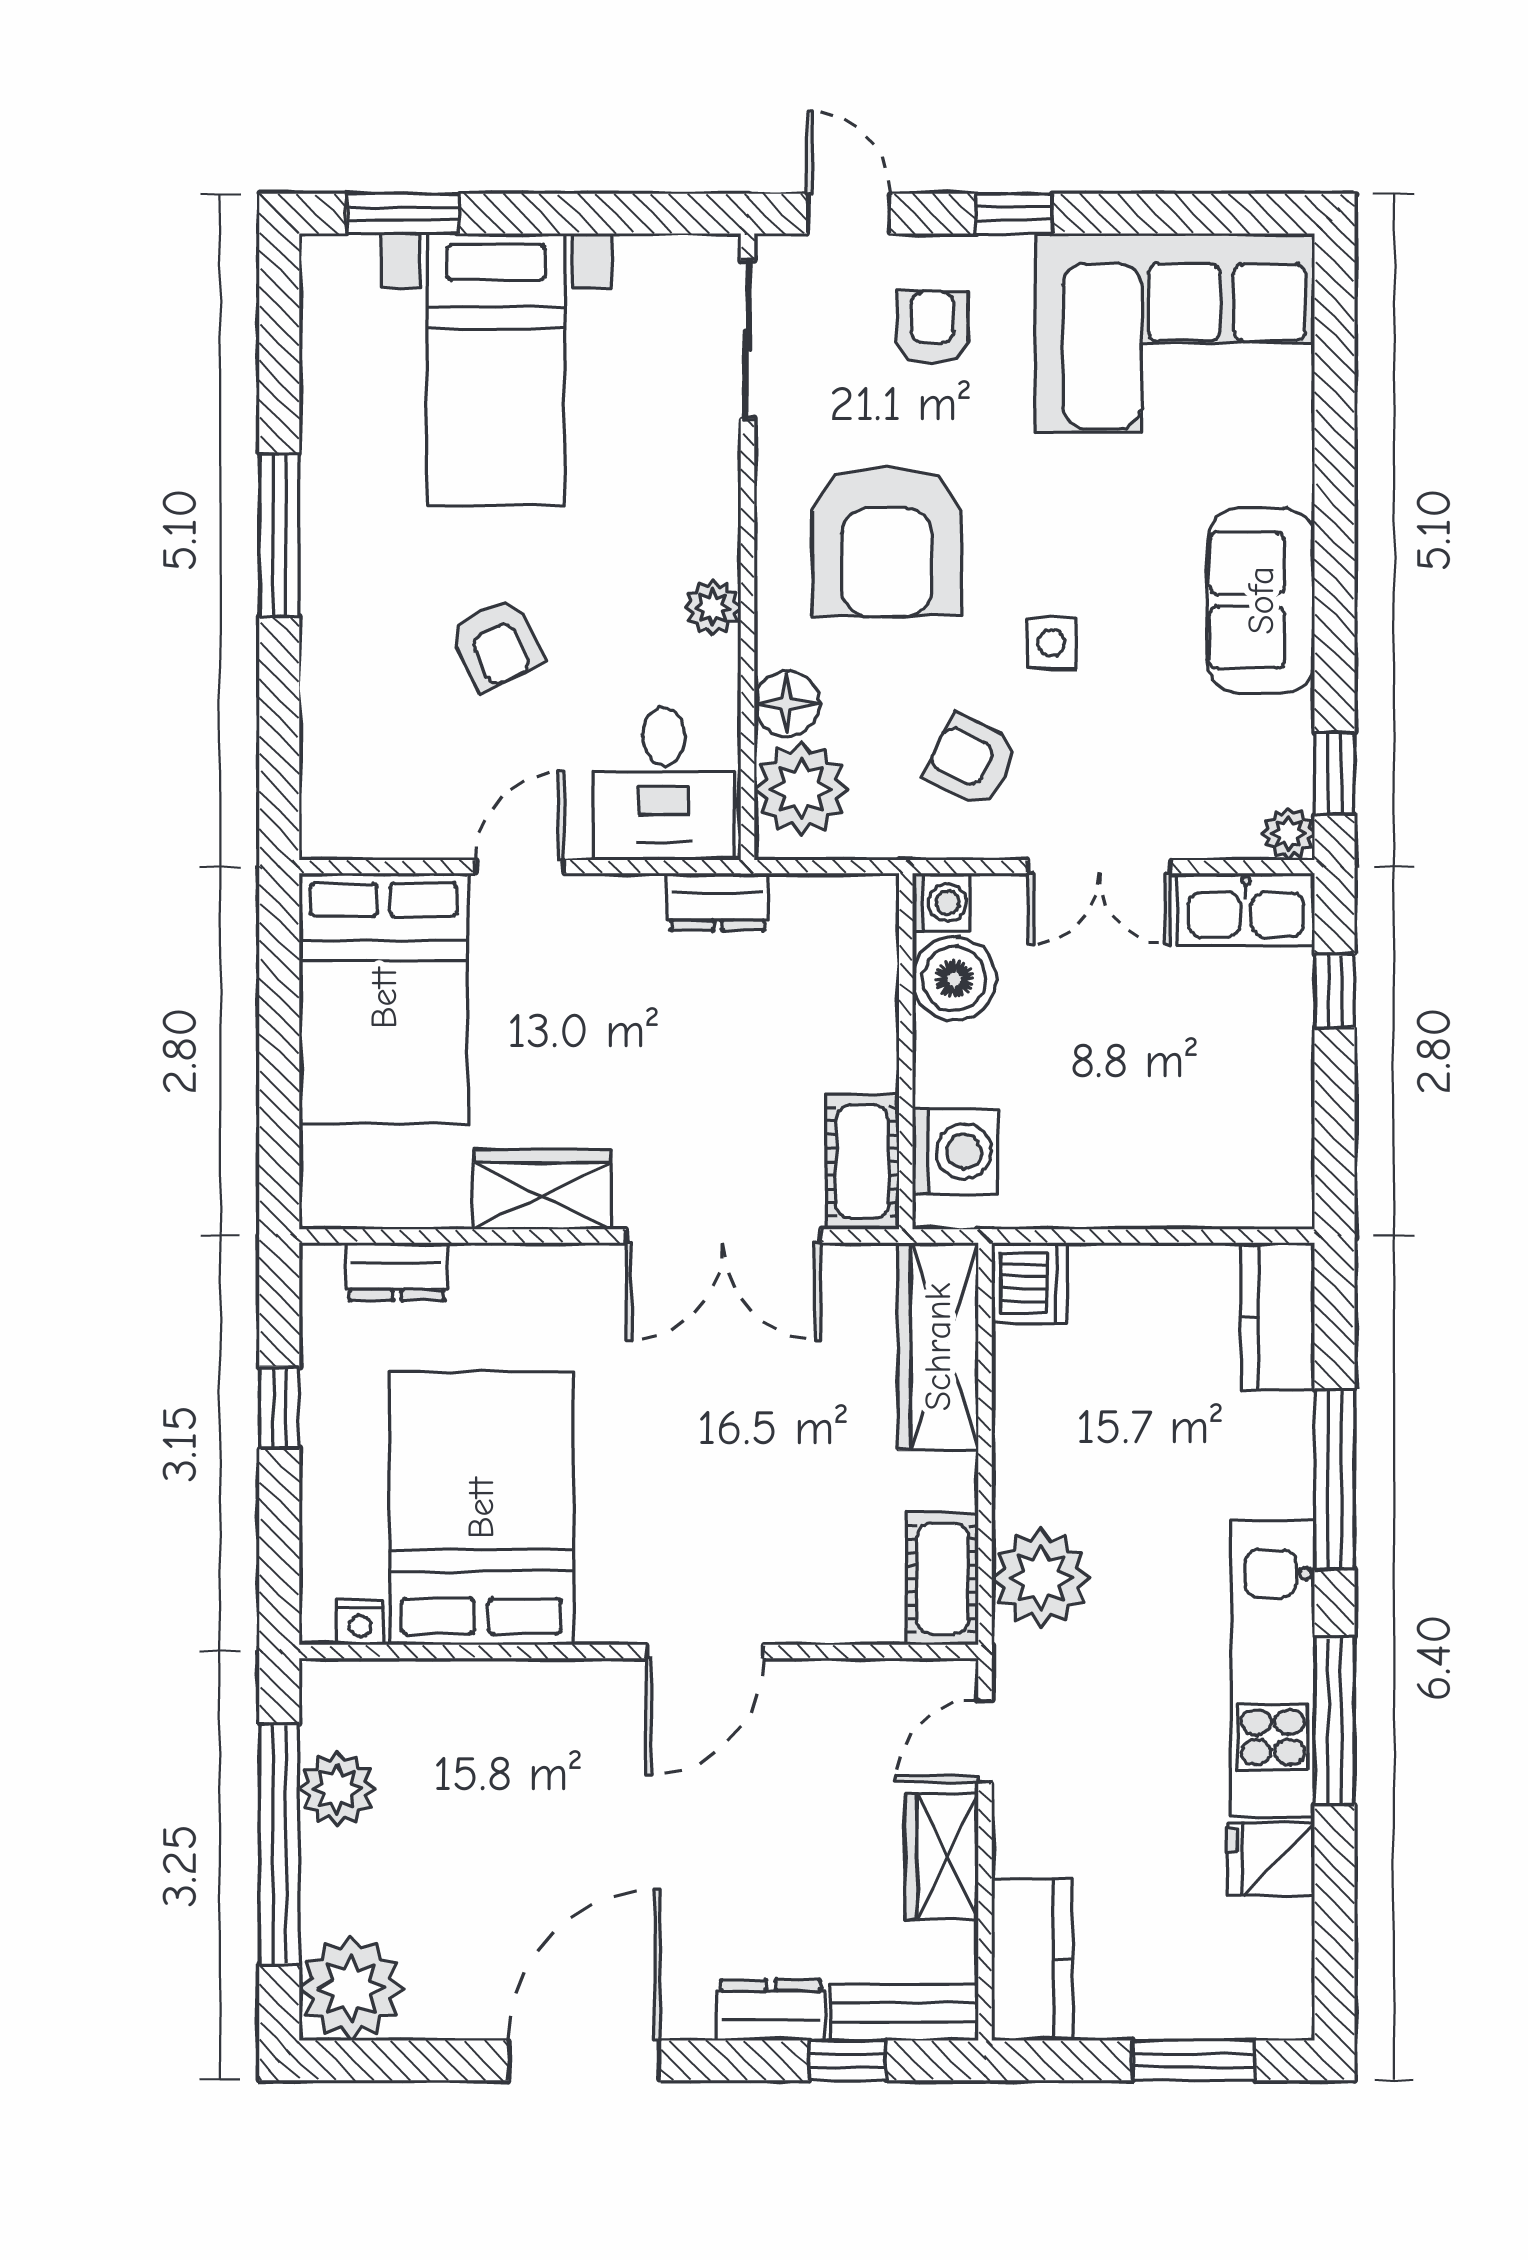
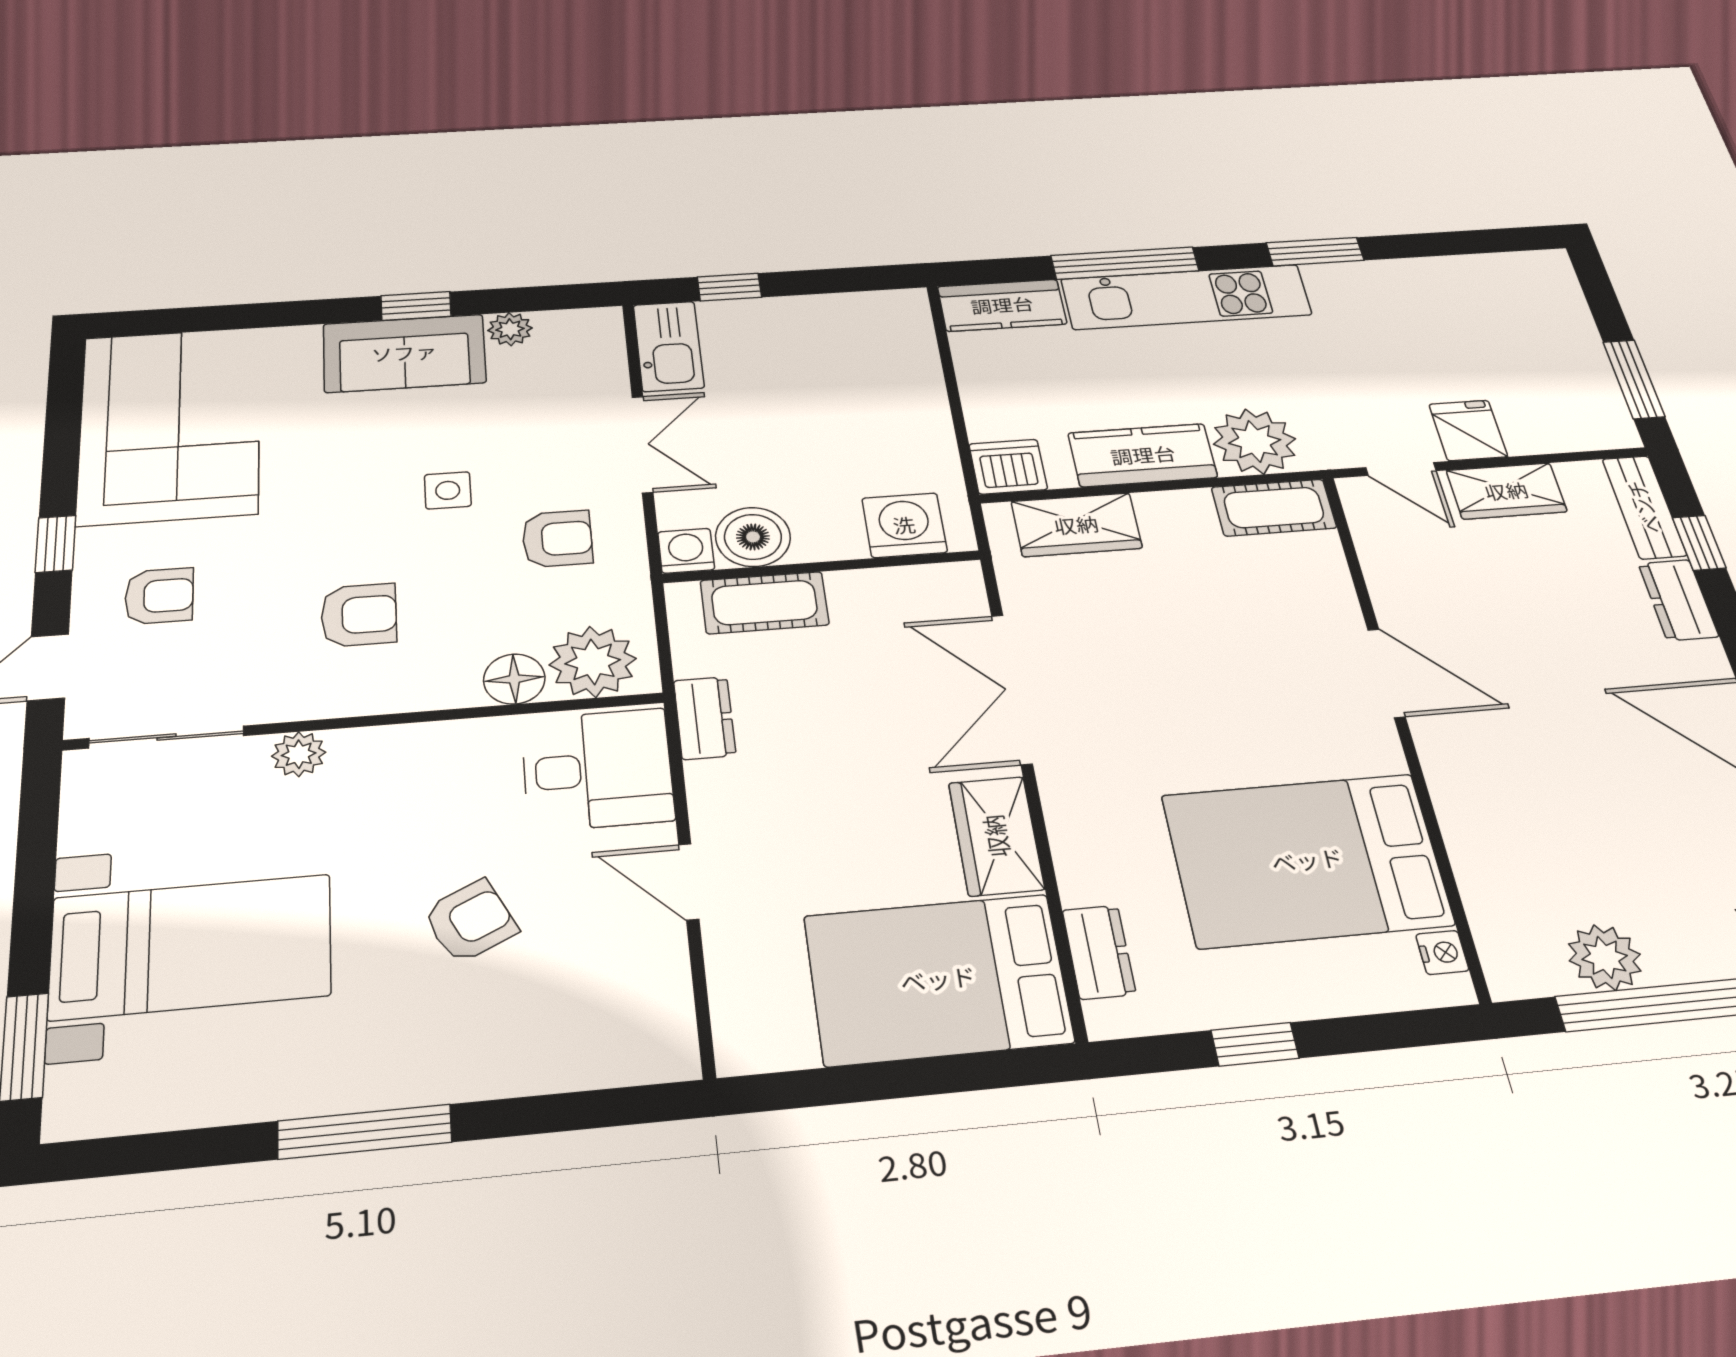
armchair: (932, 327) -> (159, 596), turned 180
armchair: (887, 541) -> (359, 615), width x0.53, depth x0.53
plant: (713, 607) -> (299, 754), moved
armchair: (971, 761) -> (557, 539), turned -116
window: (1335, 774) -> (416, 306), moved
plant: (1288, 834) -> (510, 329), moved
bed: (384, 998) -> (938, 979), moved, turned 180
cot: (862, 1162) -> (764, 603), moved
double door: (723, 1236) -> (1012, 689), swing flipped
wardrobe: (938, 1347) -> (1076, 525), width x0.67
kitchen unit: (1273, 1669) -> (1186, 297), moved
window: (1335, 1721) -> (1315, 252), width x0.69
fridge: (1271, 1859) -> (1468, 430), moved, turned 180
kitchen counter: (1032, 1959) -> (1143, 455), moved
window: (1194, 2060) -> (1634, 379), moved

